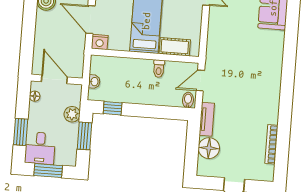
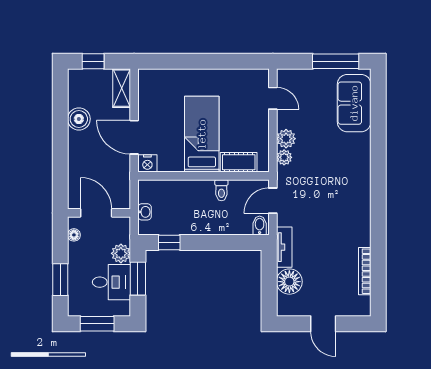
plant: (215, 30) -> (286, 139), added
plant: (212, 46) -> (284, 157), added
desk: (40, 148) -> (111, 282), moved, turned -90

